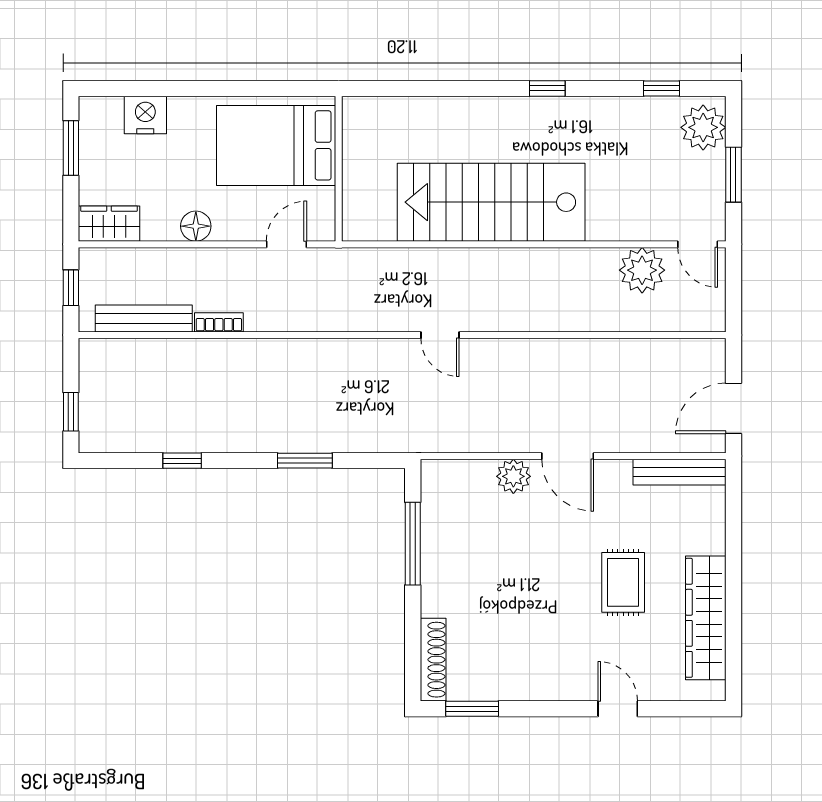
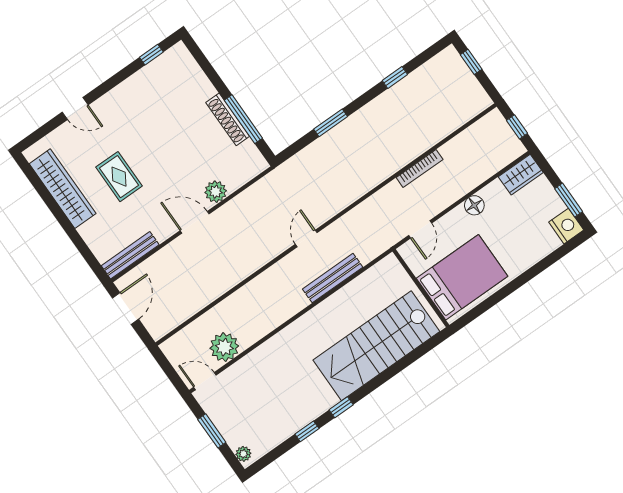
window: (661, 88) -> (307, 431), moved
nightstand: (145, 115) -> (566, 226), moved, turned -90
plant: (703, 127) -> (243, 454), width x0.53, depth x0.53
stairs: (491, 202) -> (376, 346), moved, turned 180
bench: (144, 319) -> (333, 278), moved
bookcase: (219, 322) -> (420, 169), width x1.56
door: (440, 335) -> (306, 238), hinge flipped
shoe rack: (433, 660) -> (228, 119), moved
window: (472, 709) -> (151, 55), width x0.67

